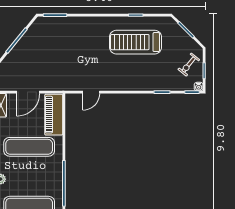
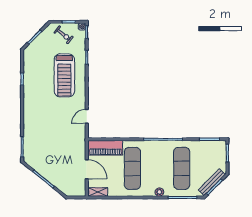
treadmill: (136, 42) -> (64, 75), moved
door: (91, 92) -> (87, 116), swing flipped

